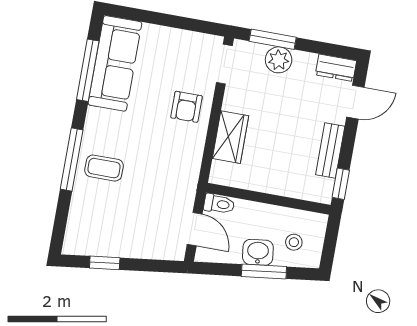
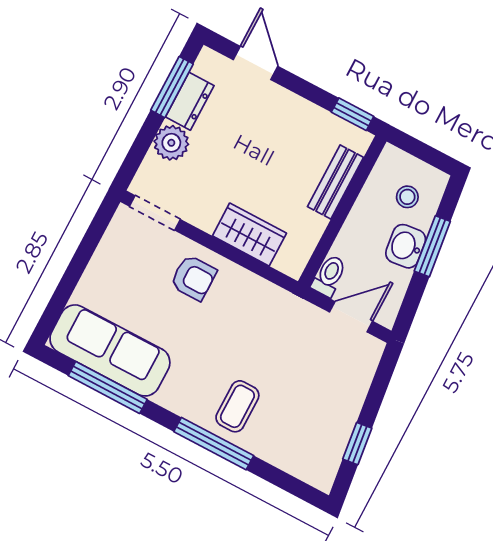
window: (273, 39) -> (172, 87), moved
dresser: (336, 68) -> (190, 101), moved
bench: (330, 151) -> (335, 182), moved, turned 90

